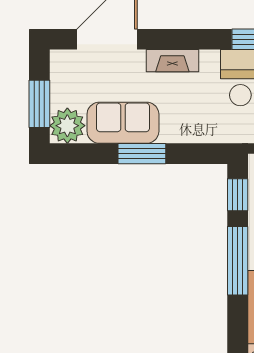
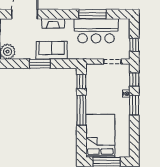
sofa: (123, 123) -> (52, 50), moved

